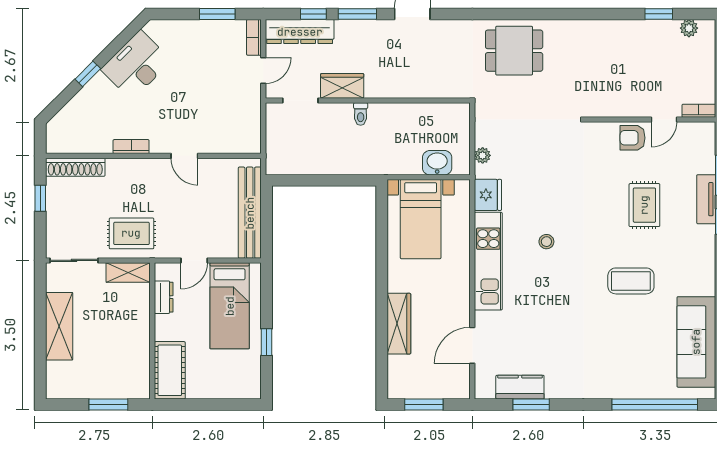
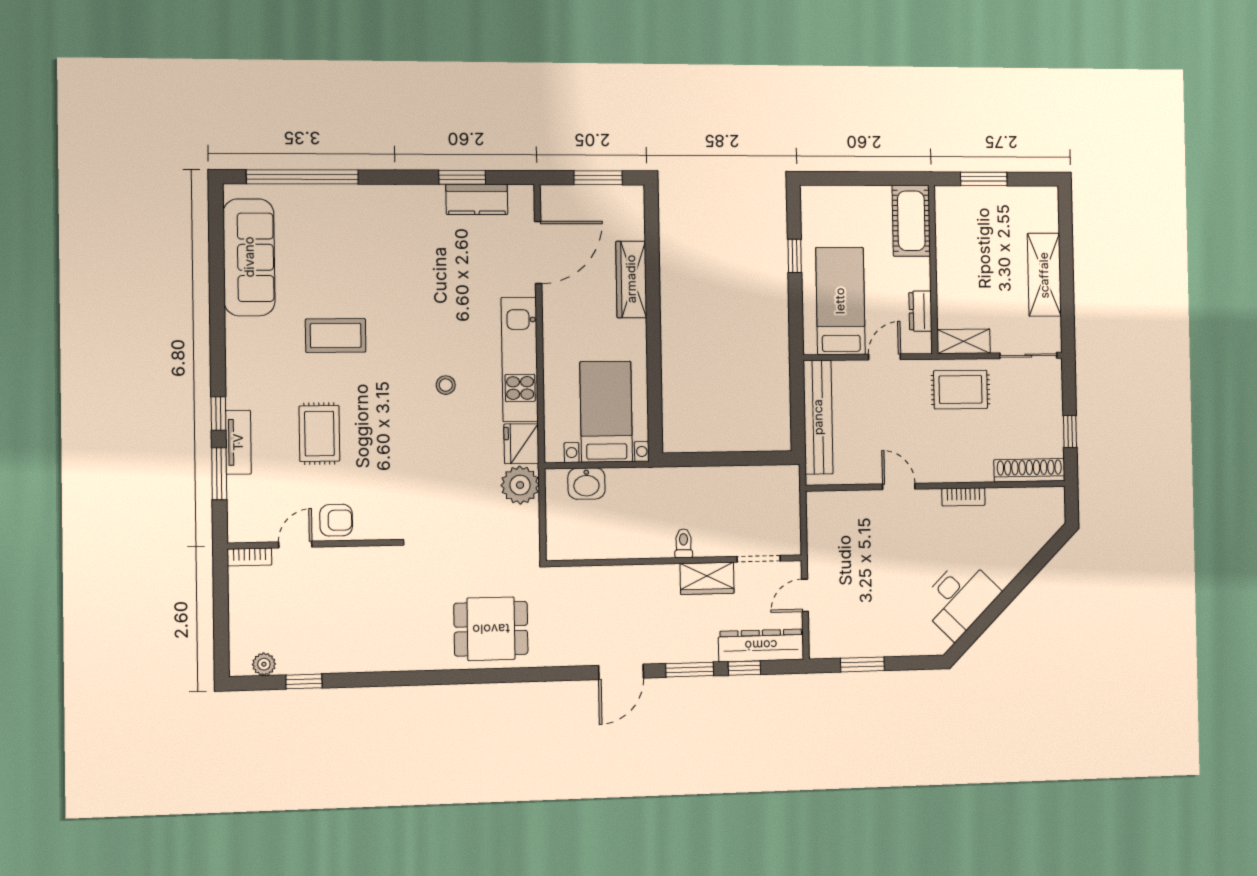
bookcase: (254, 37) -> (817, 637), removed
window: (88, 74) -> (1017, 586), removed
plant: (483, 155) -> (520, 485), width x1.88, depth x1.88
door: (472, 345) -> (538, 252), width x1.36

